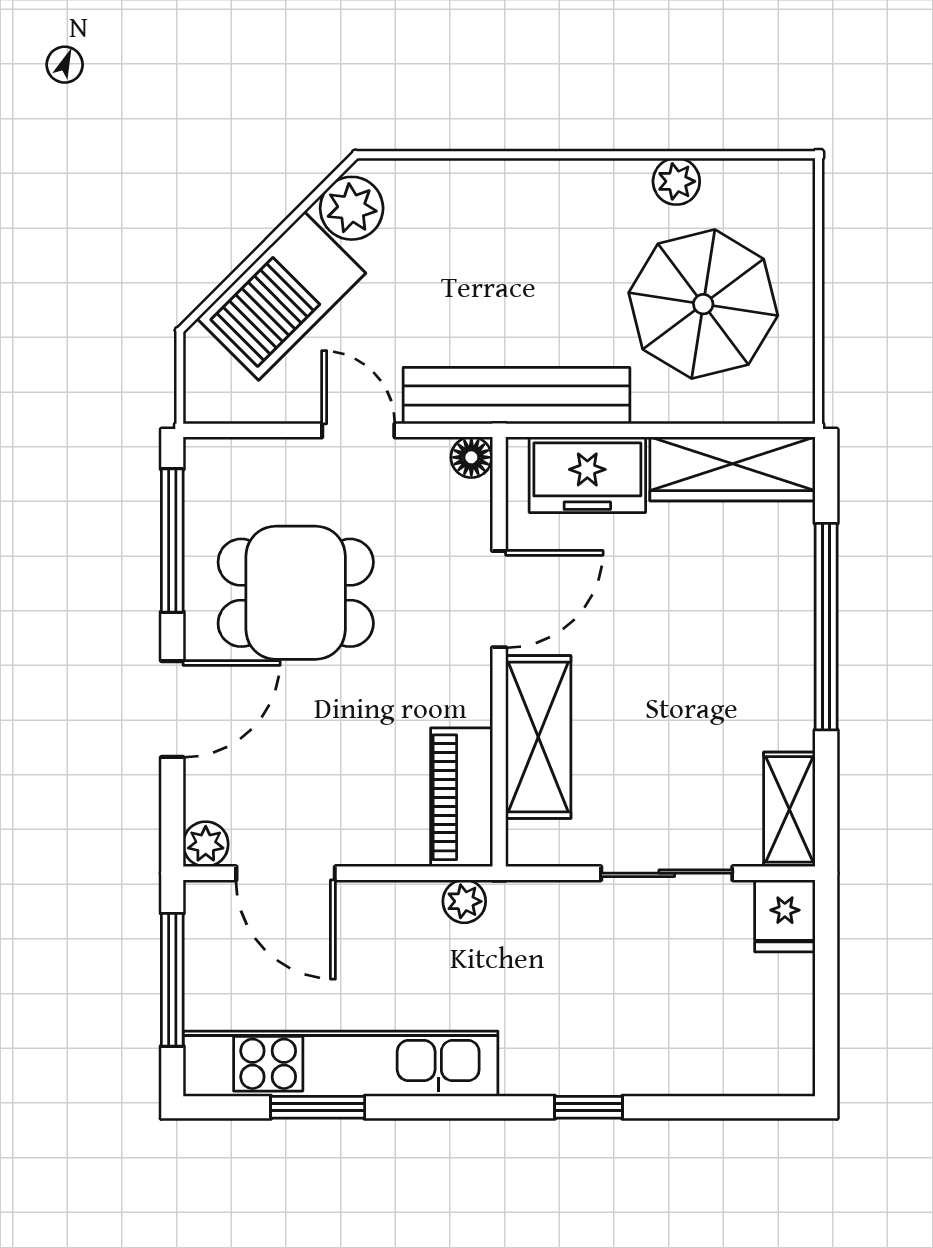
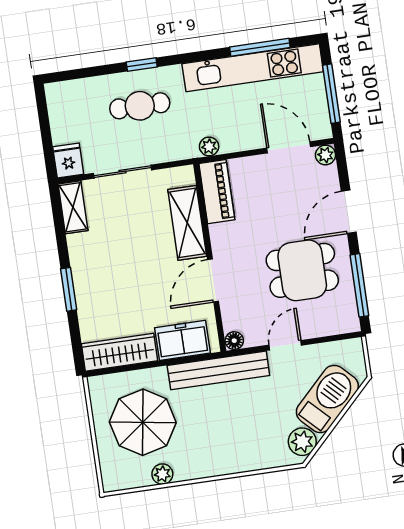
door: (358, 430) -> (285, 345), swing flipped
window: (826, 627) -> (69, 289), width x0.47
cafe table: (606, 1015) -> (140, 106), added
window: (318, 1107) -> (260, 47), width x1.44

